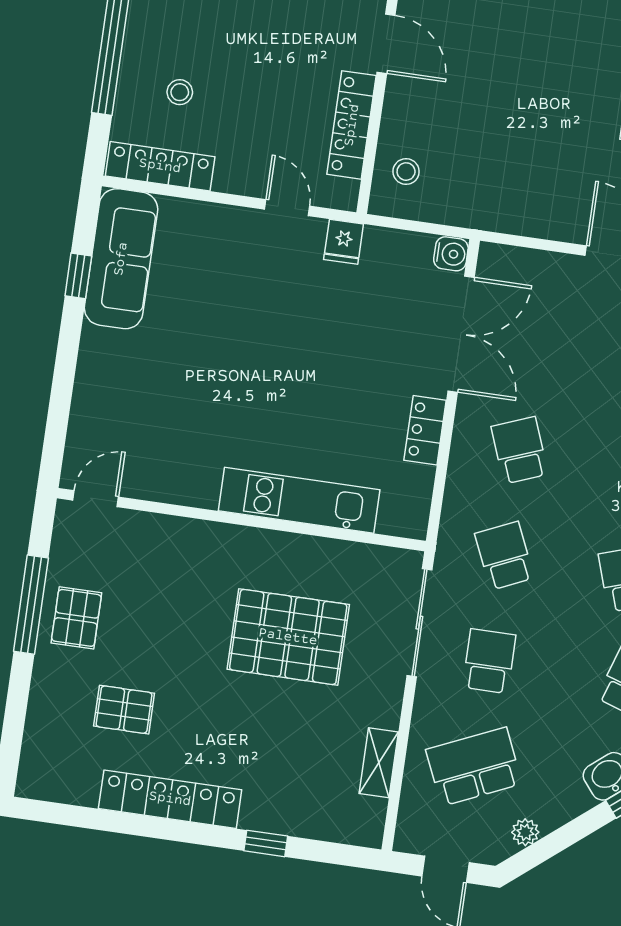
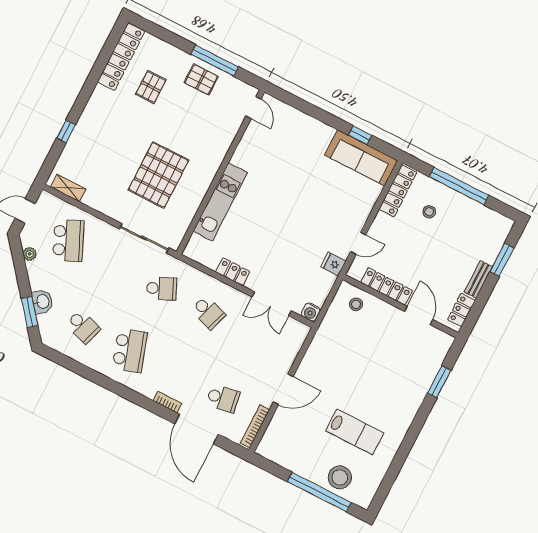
door: (386, 44) -> (419, 315), swing flipped
double door: (461, 334) -> (272, 304), width x0.73
school desk: (520, 450) -> (208, 312), turned 39
school desk: (489, 661) -> (115, 265), removed
shelving: (379, 763) -> (68, 188), moved
locker: (170, 799) -> (121, 57), moved

